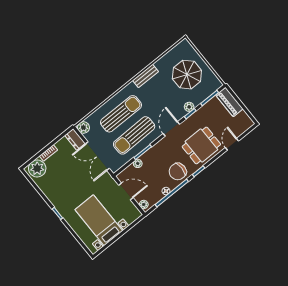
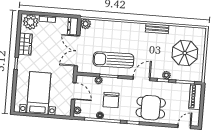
sun lounger: (121, 114) -> (118, 38), removed
door: (232, 144) -> (184, 127), moved
chair: (178, 171) -> (111, 100), moved, turned -90
wardrobe: (50, 191) -> (25, 44), added

